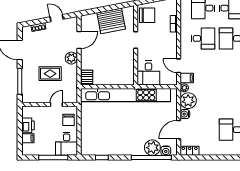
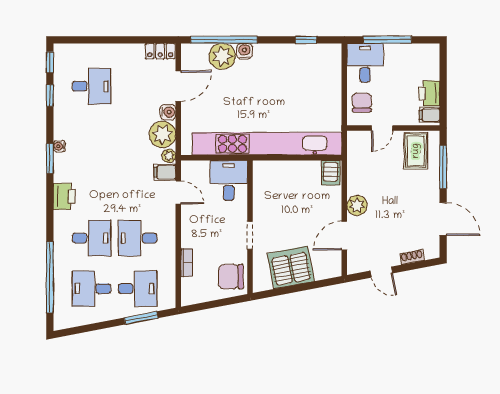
rug: (50, 74) -> (416, 151), moved, turned 90
filing cabinet: (28, 138) -> (429, 115), moved
water cooler: (166, 151) -> (244, 51), moved

